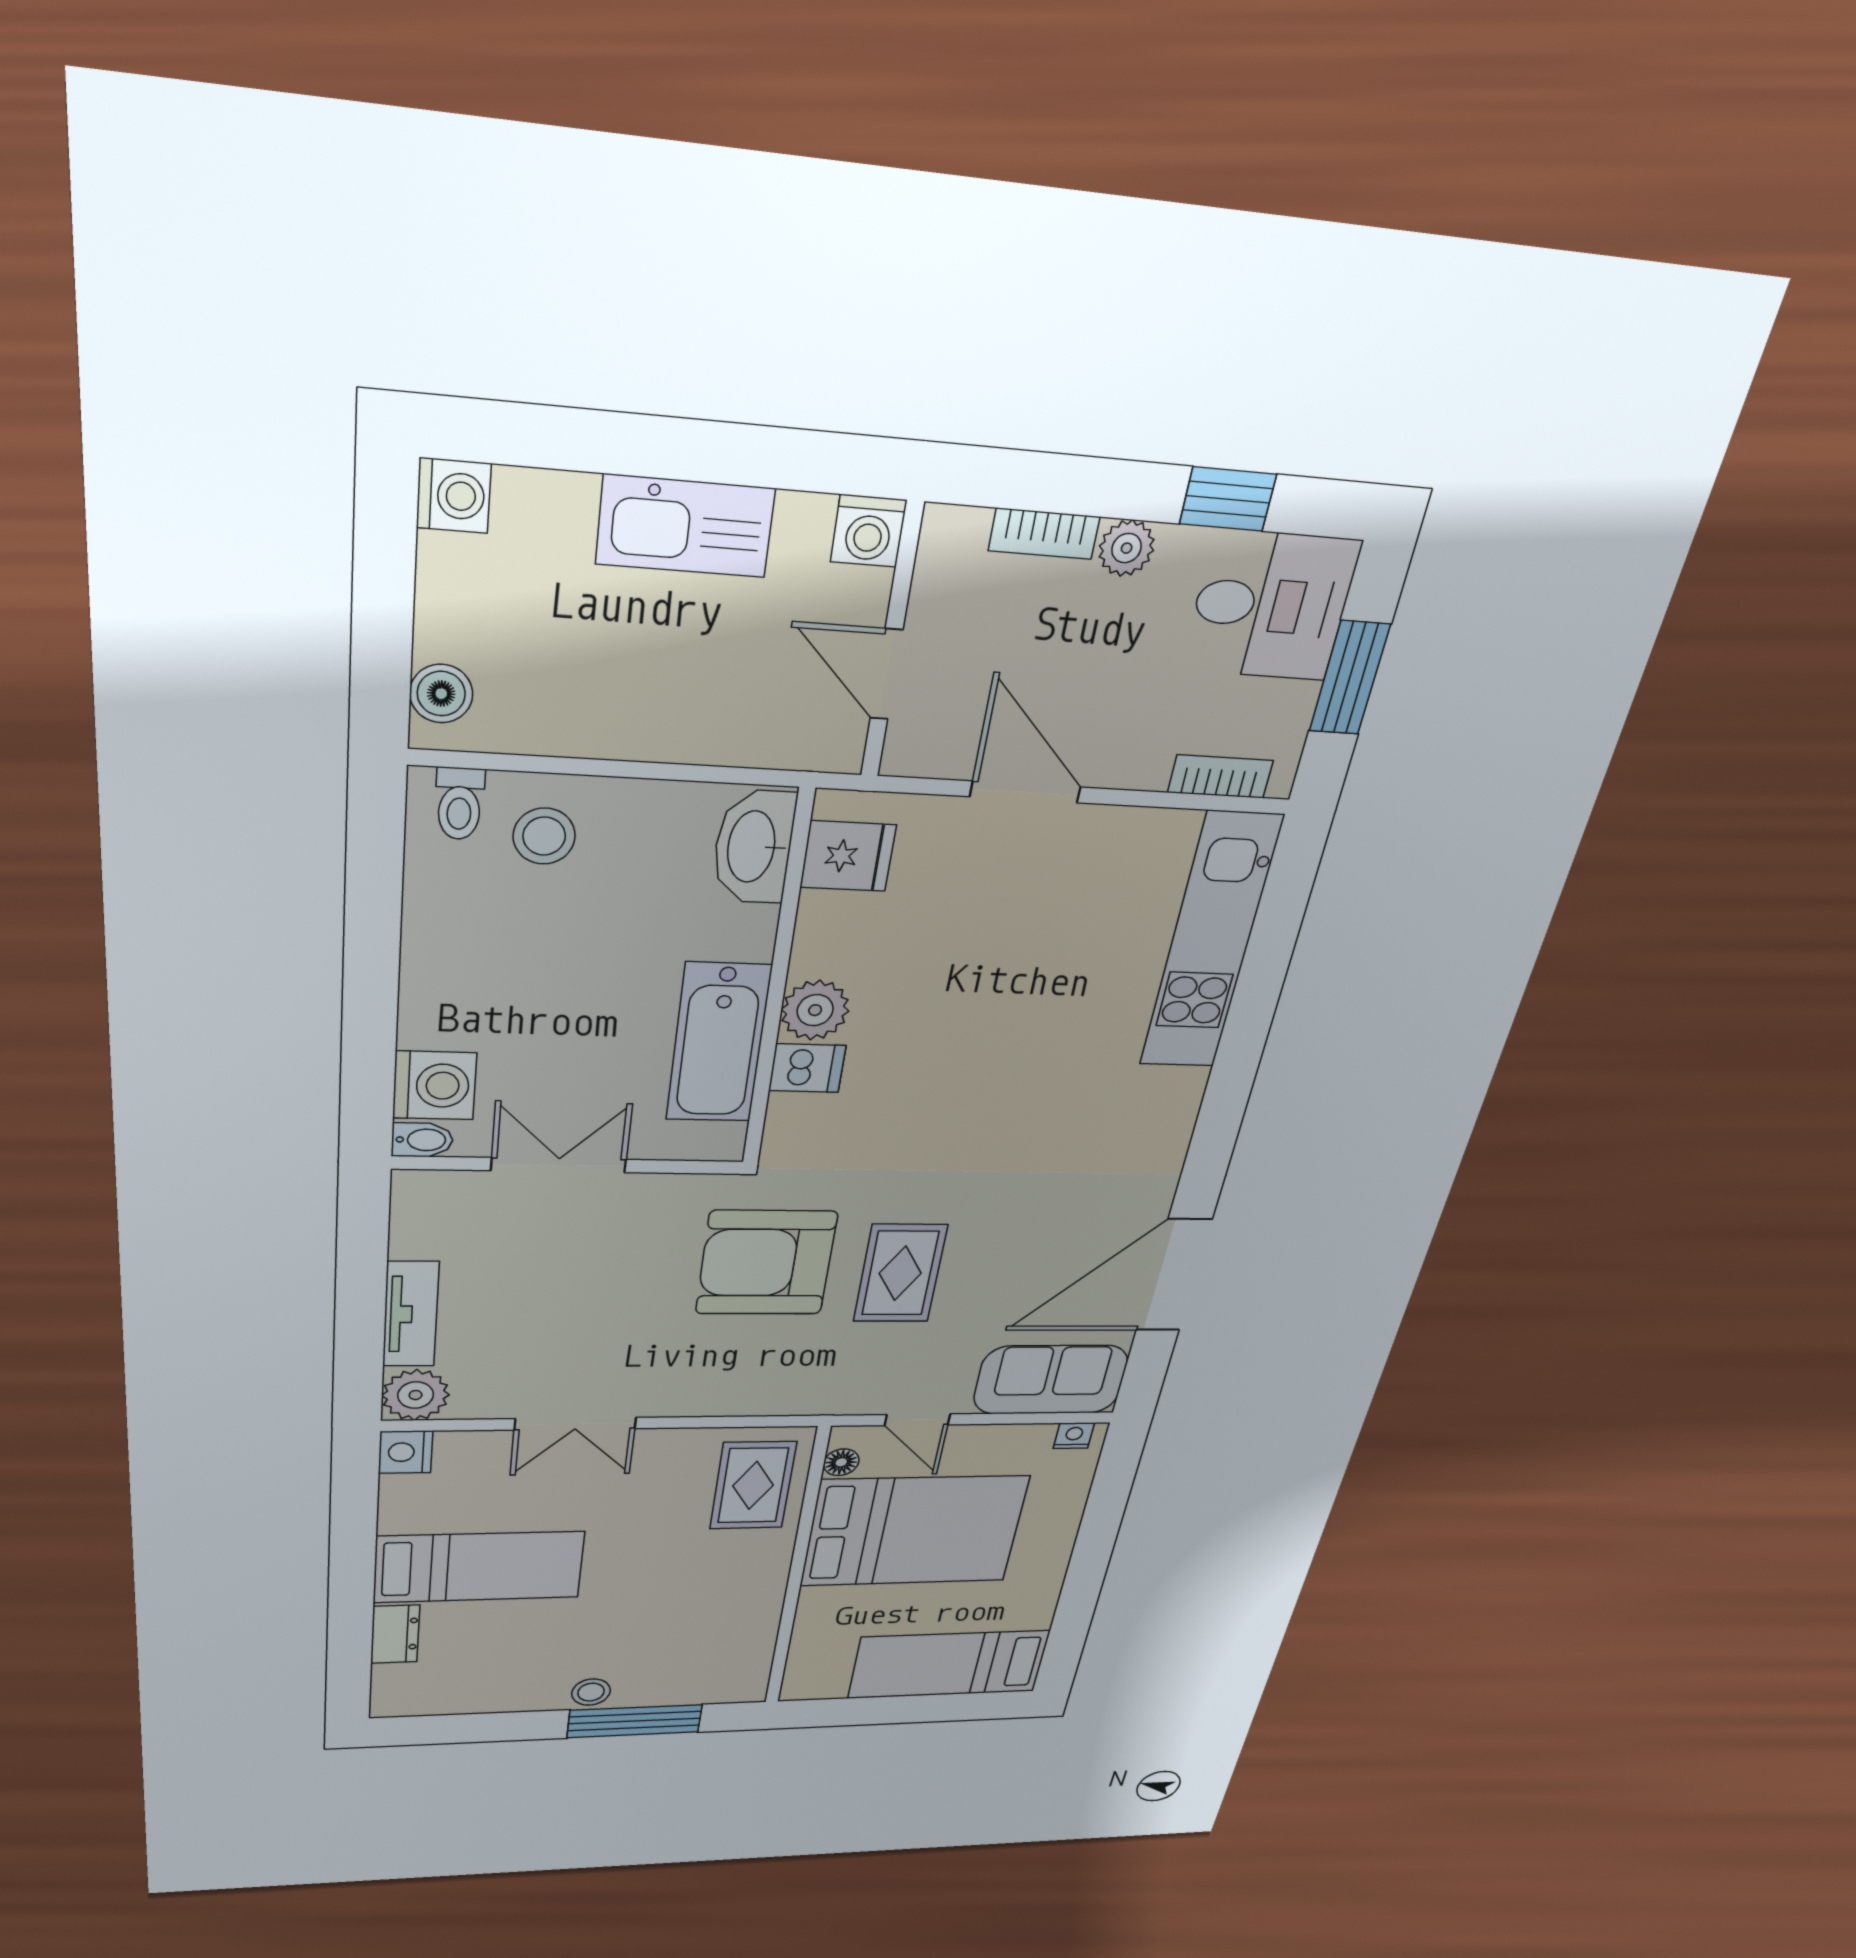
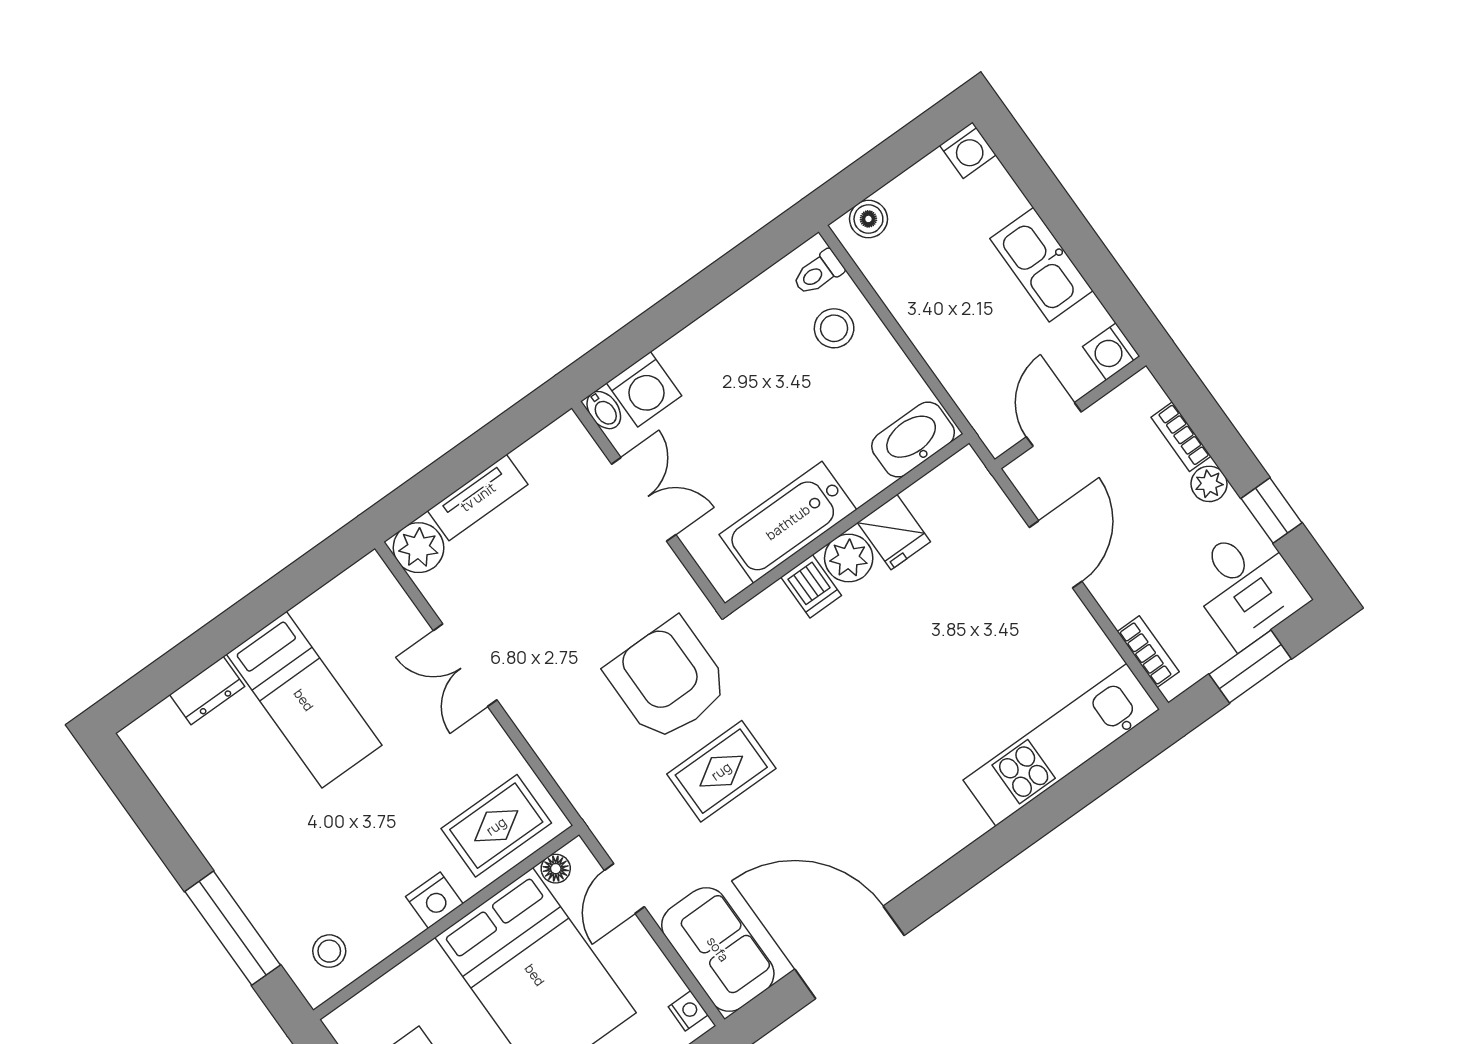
fridge: (848, 856) -> (894, 532), moved
nightstand: (405, 1452) -> (434, 900), moved, turned 180
stool: (591, 1692) -> (329, 951), moved

